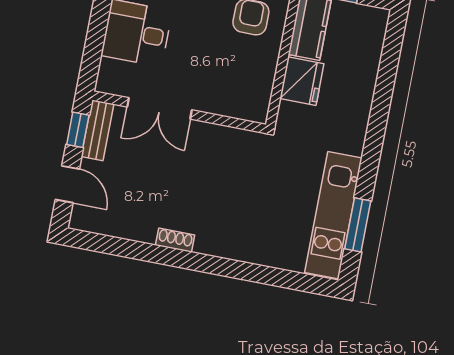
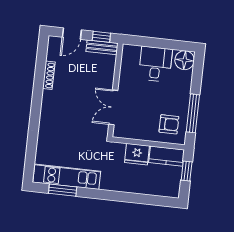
double door: (160, 108) -> (113, 107), moved
shoe rack: (175, 240) -> (49, 75), moved, width x1.43

